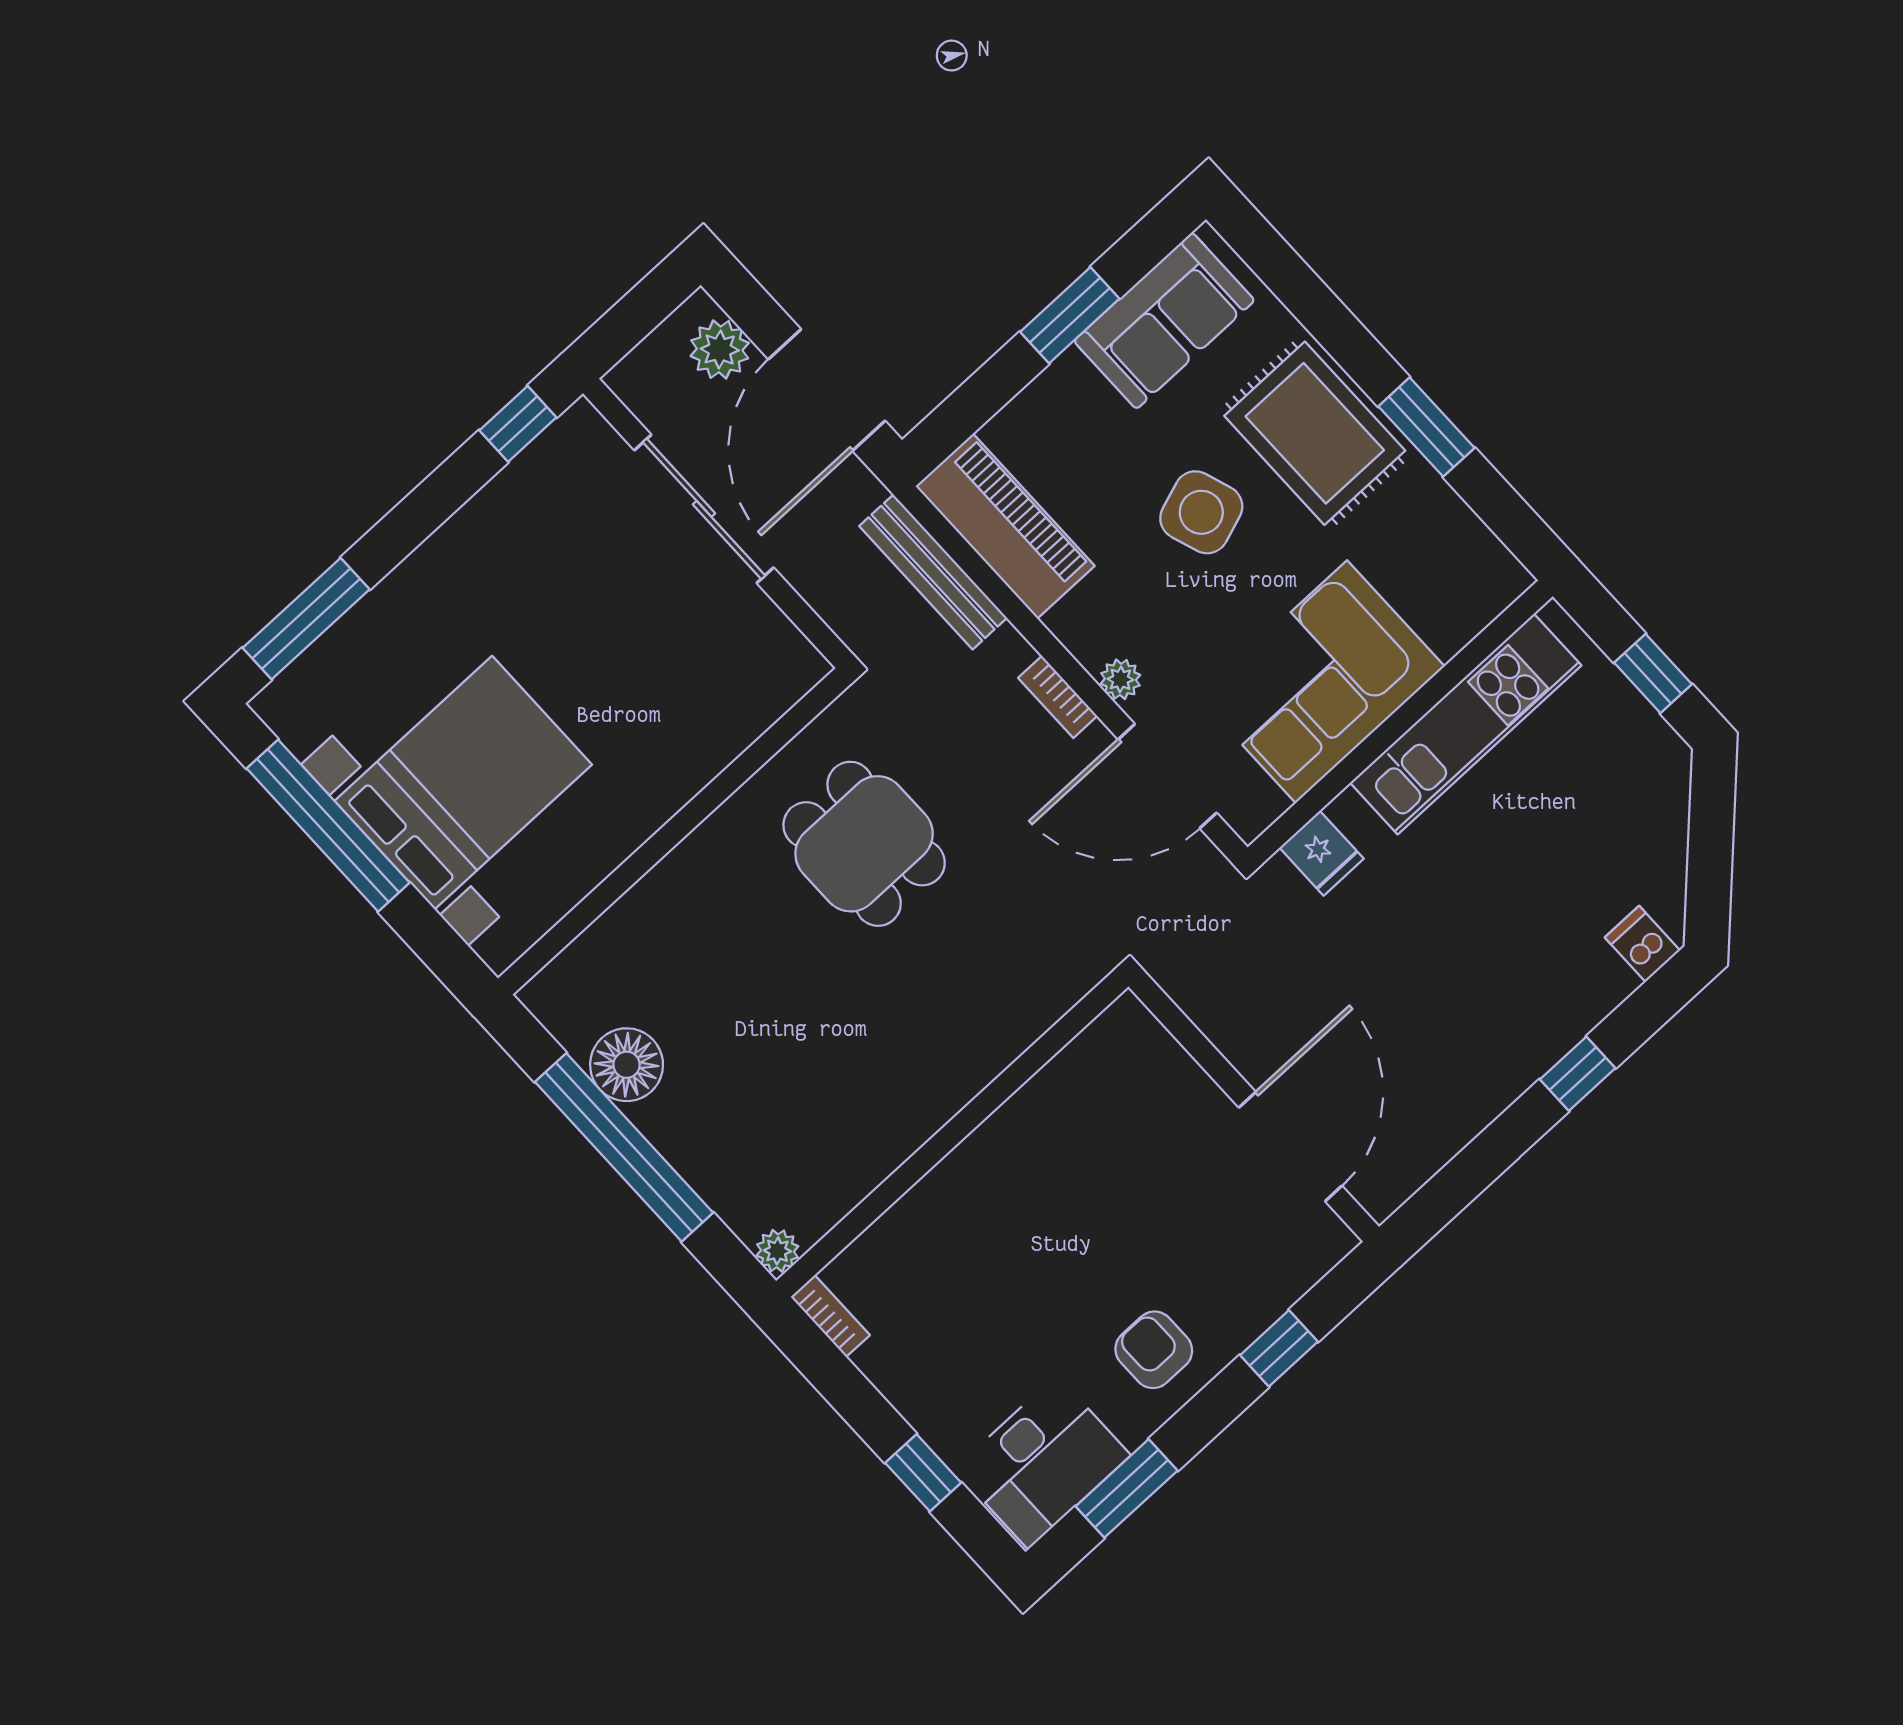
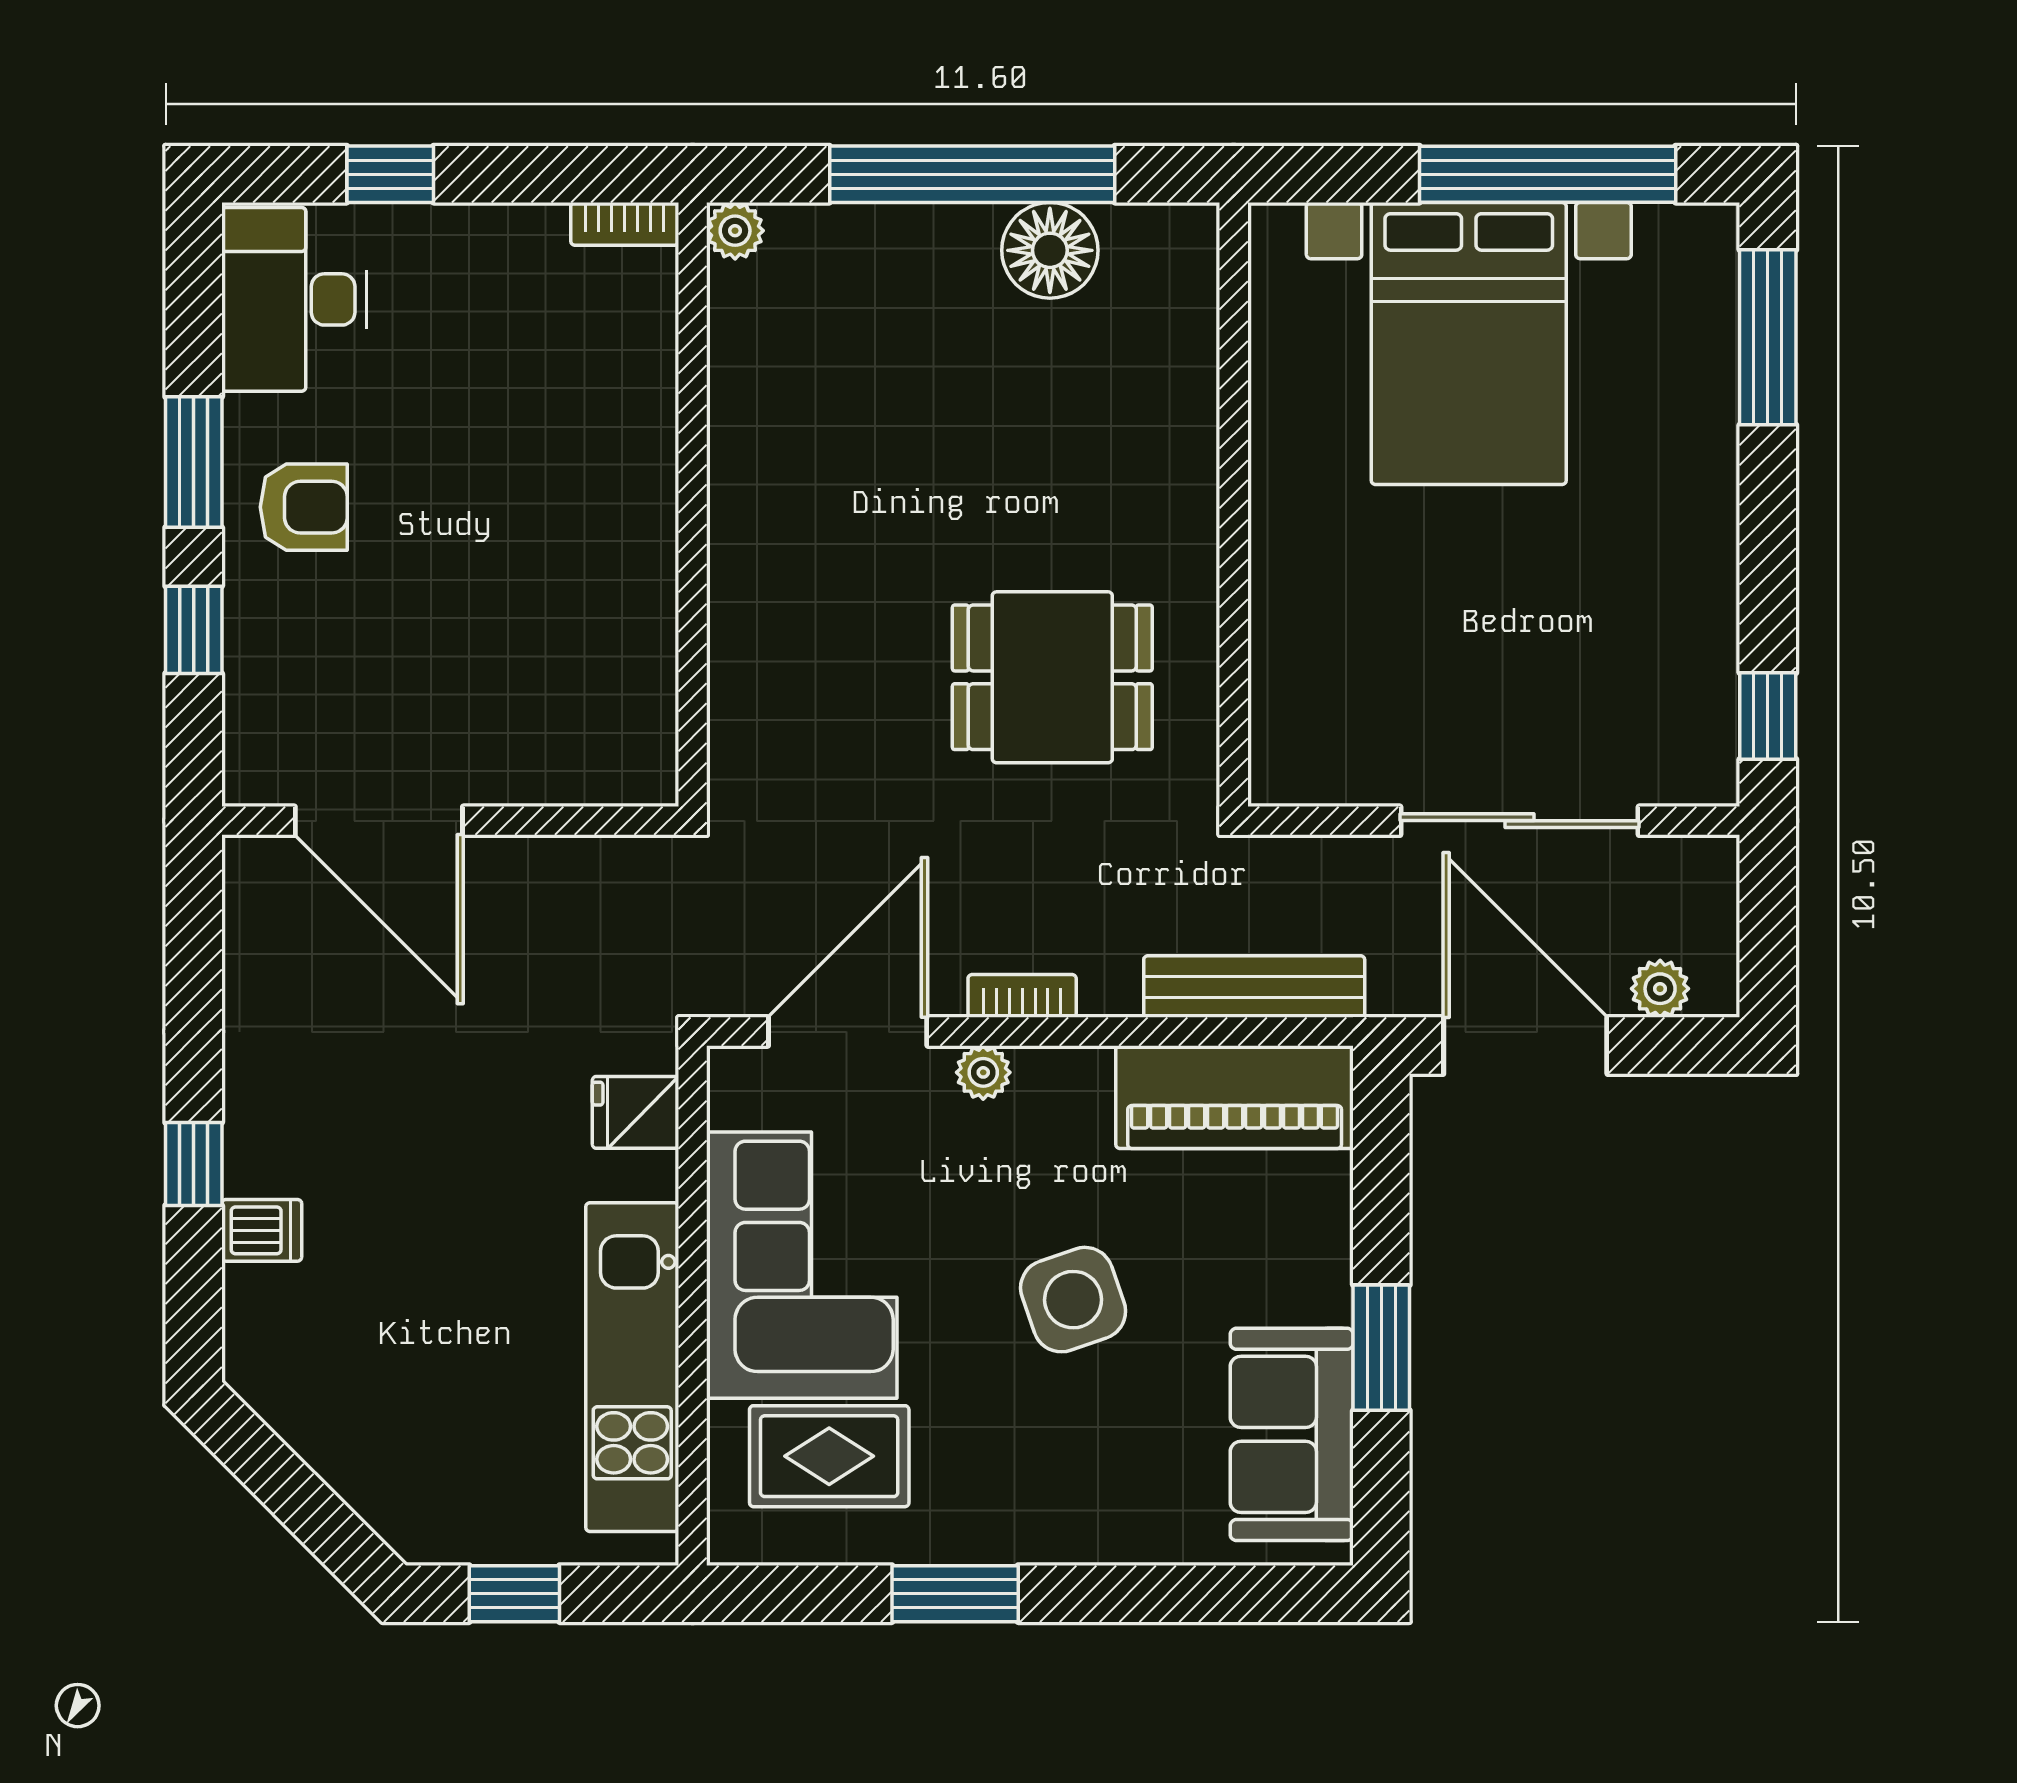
plant: (720, 349) -> (1660, 989), width x0.73, depth x0.73
rug: (1315, 433) -> (829, 1456), moved, width x0.73, depth x0.70
dishwasher: (1642, 944) -> (262, 1230), moved
window: (1127, 1488) -> (194, 462), moved

